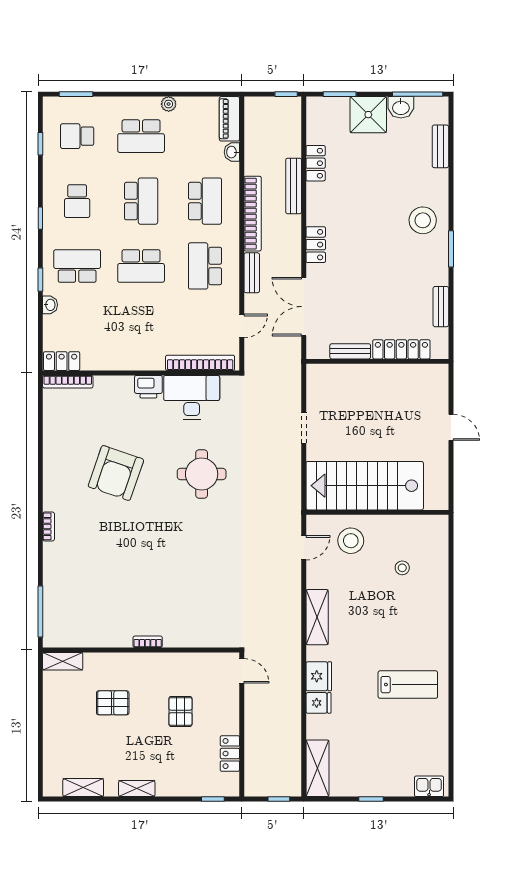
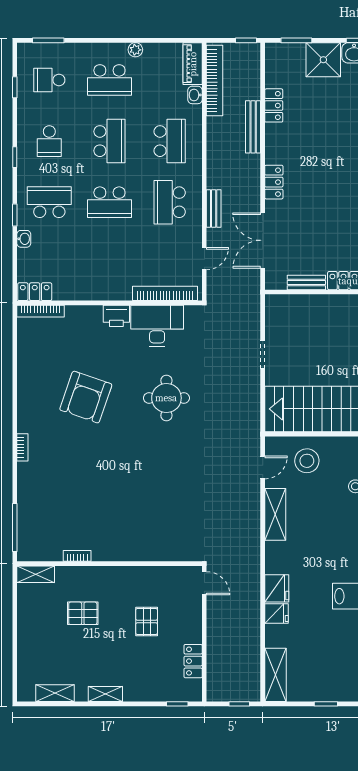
bookcase: (253, 214) -> (214, 81), moved
shelving: (317, 617) -> (275, 514), moved
bookcase: (148, 642) -> (77, 556), moved

